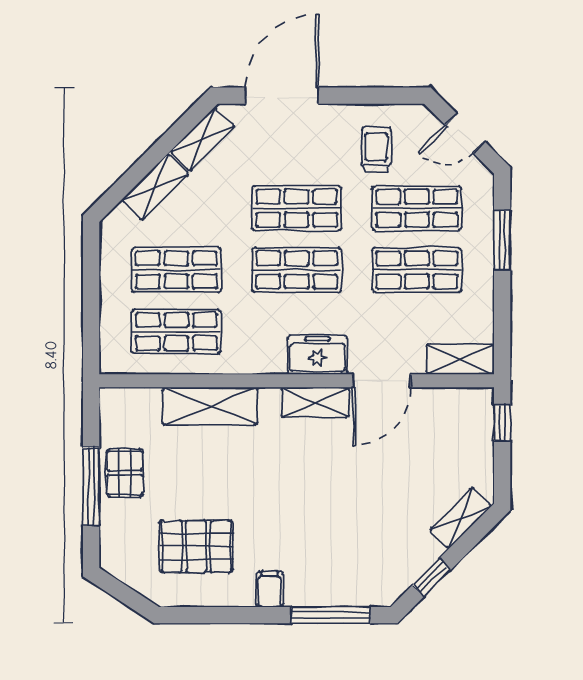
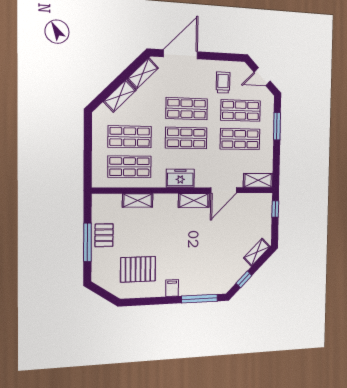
freezer: (317, 355) -> (180, 178), moved
shelving: (210, 406) -> (138, 200), width x0.67, depth x0.75

